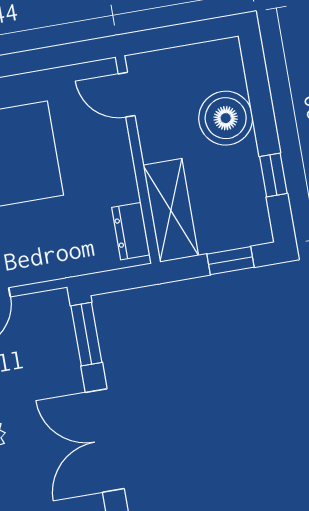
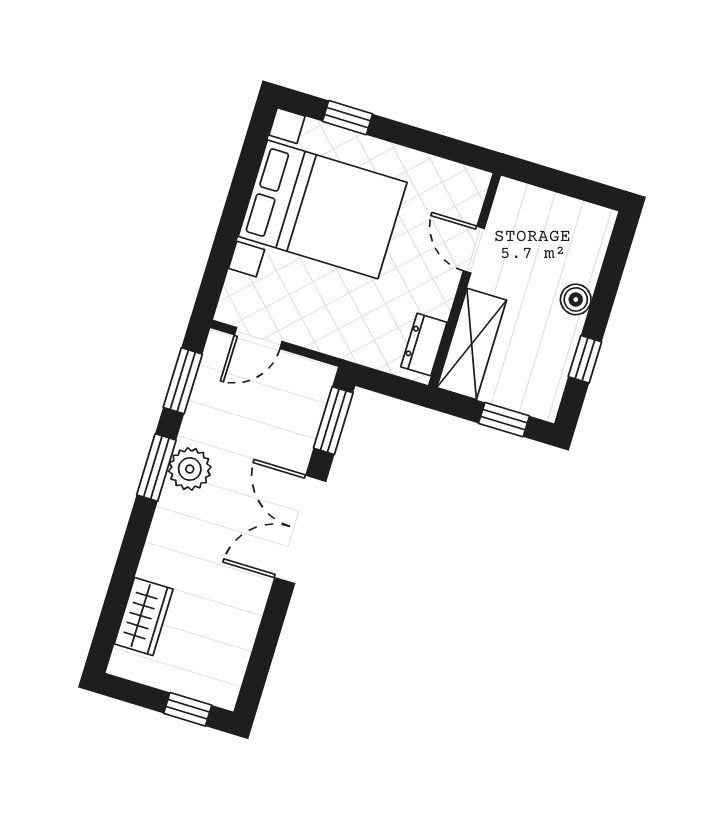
door: (127, 95) -> (474, 250), moved
boiler: (226, 118) -> (576, 299), width x0.54, depth x0.54

